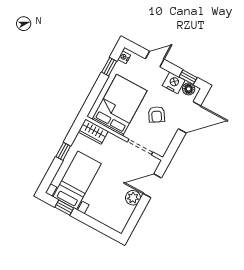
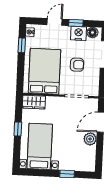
window: (188, 77) -> (76, 23), moved
armchair: (157, 114) -> (77, 65), turned -58
window: (64, 208) -> (67, 174), moved

